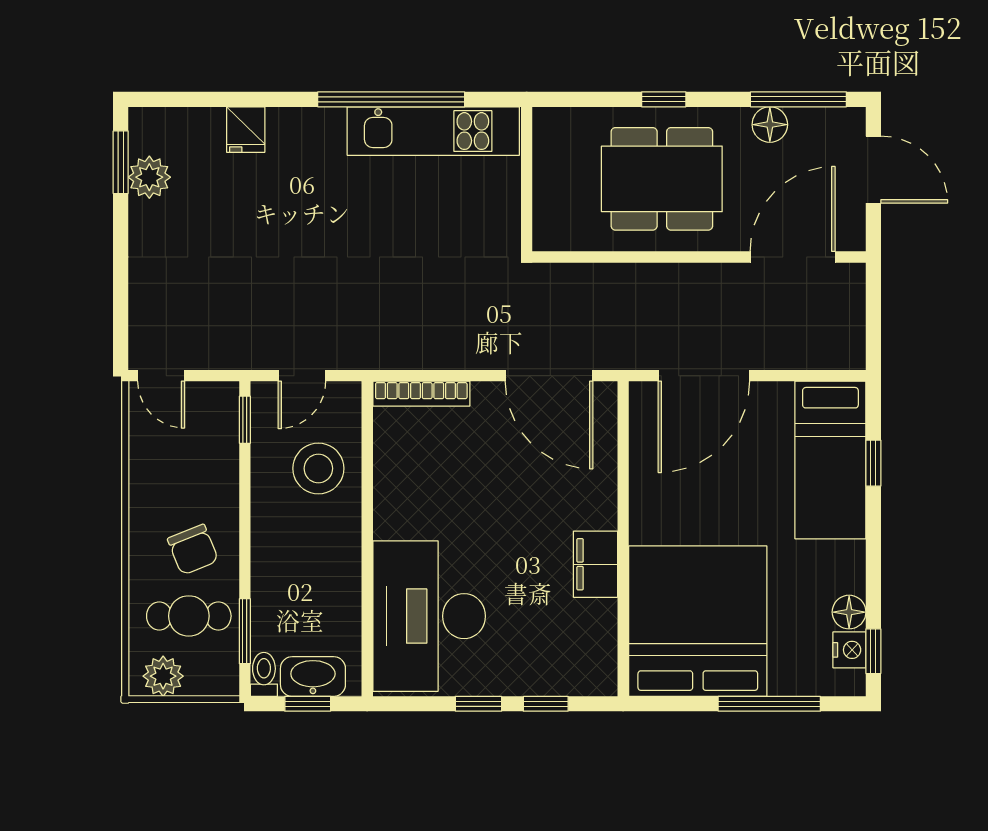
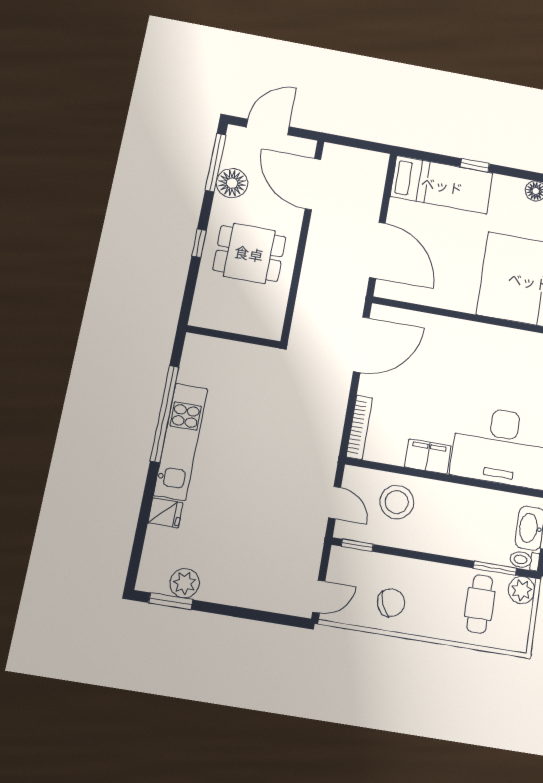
floor lamp: (770, 125) -> (232, 183), width x1.38, depth x1.38
kitchen unit: (433, 131) -> (181, 442), moved
dining table: (662, 179) -> (249, 253), width x0.73
window: (873, 463) -> (475, 165), moved
chair: (193, 550) -> (391, 603), moved
filing cabinet: (595, 564) -> (428, 456), moved, turned 180
plant: (163, 676) -> (522, 590), moved

